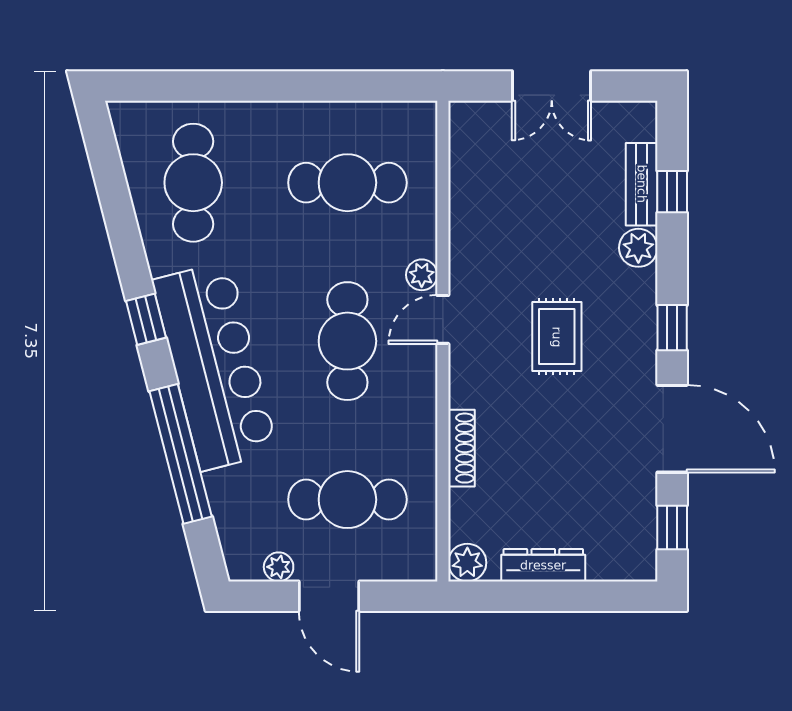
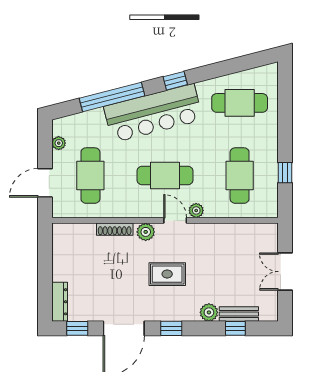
window: (341, 86) -> (285, 173), added
plant: (467, 563) -> (146, 232), moved
dresser: (543, 565) -> (60, 302), moved
door: (329, 596) -> (45, 183), moved

